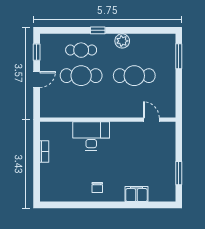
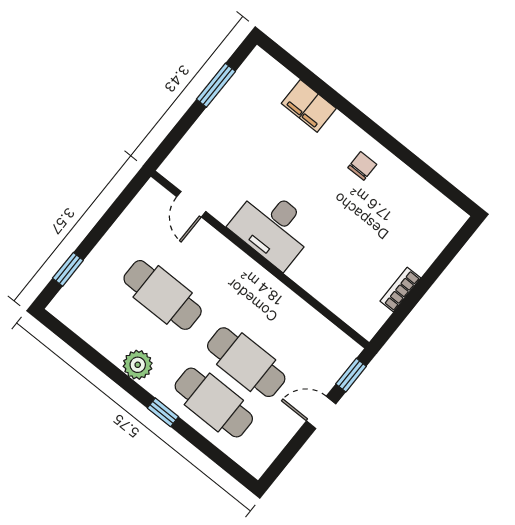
cafe table: (81, 50) -> (214, 402), width x1.37, depth x1.35
window: (37, 52) -> (351, 375), moved
window: (179, 56) -> (68, 269), width x0.67
desk: (91, 136) -> (273, 228), moved

